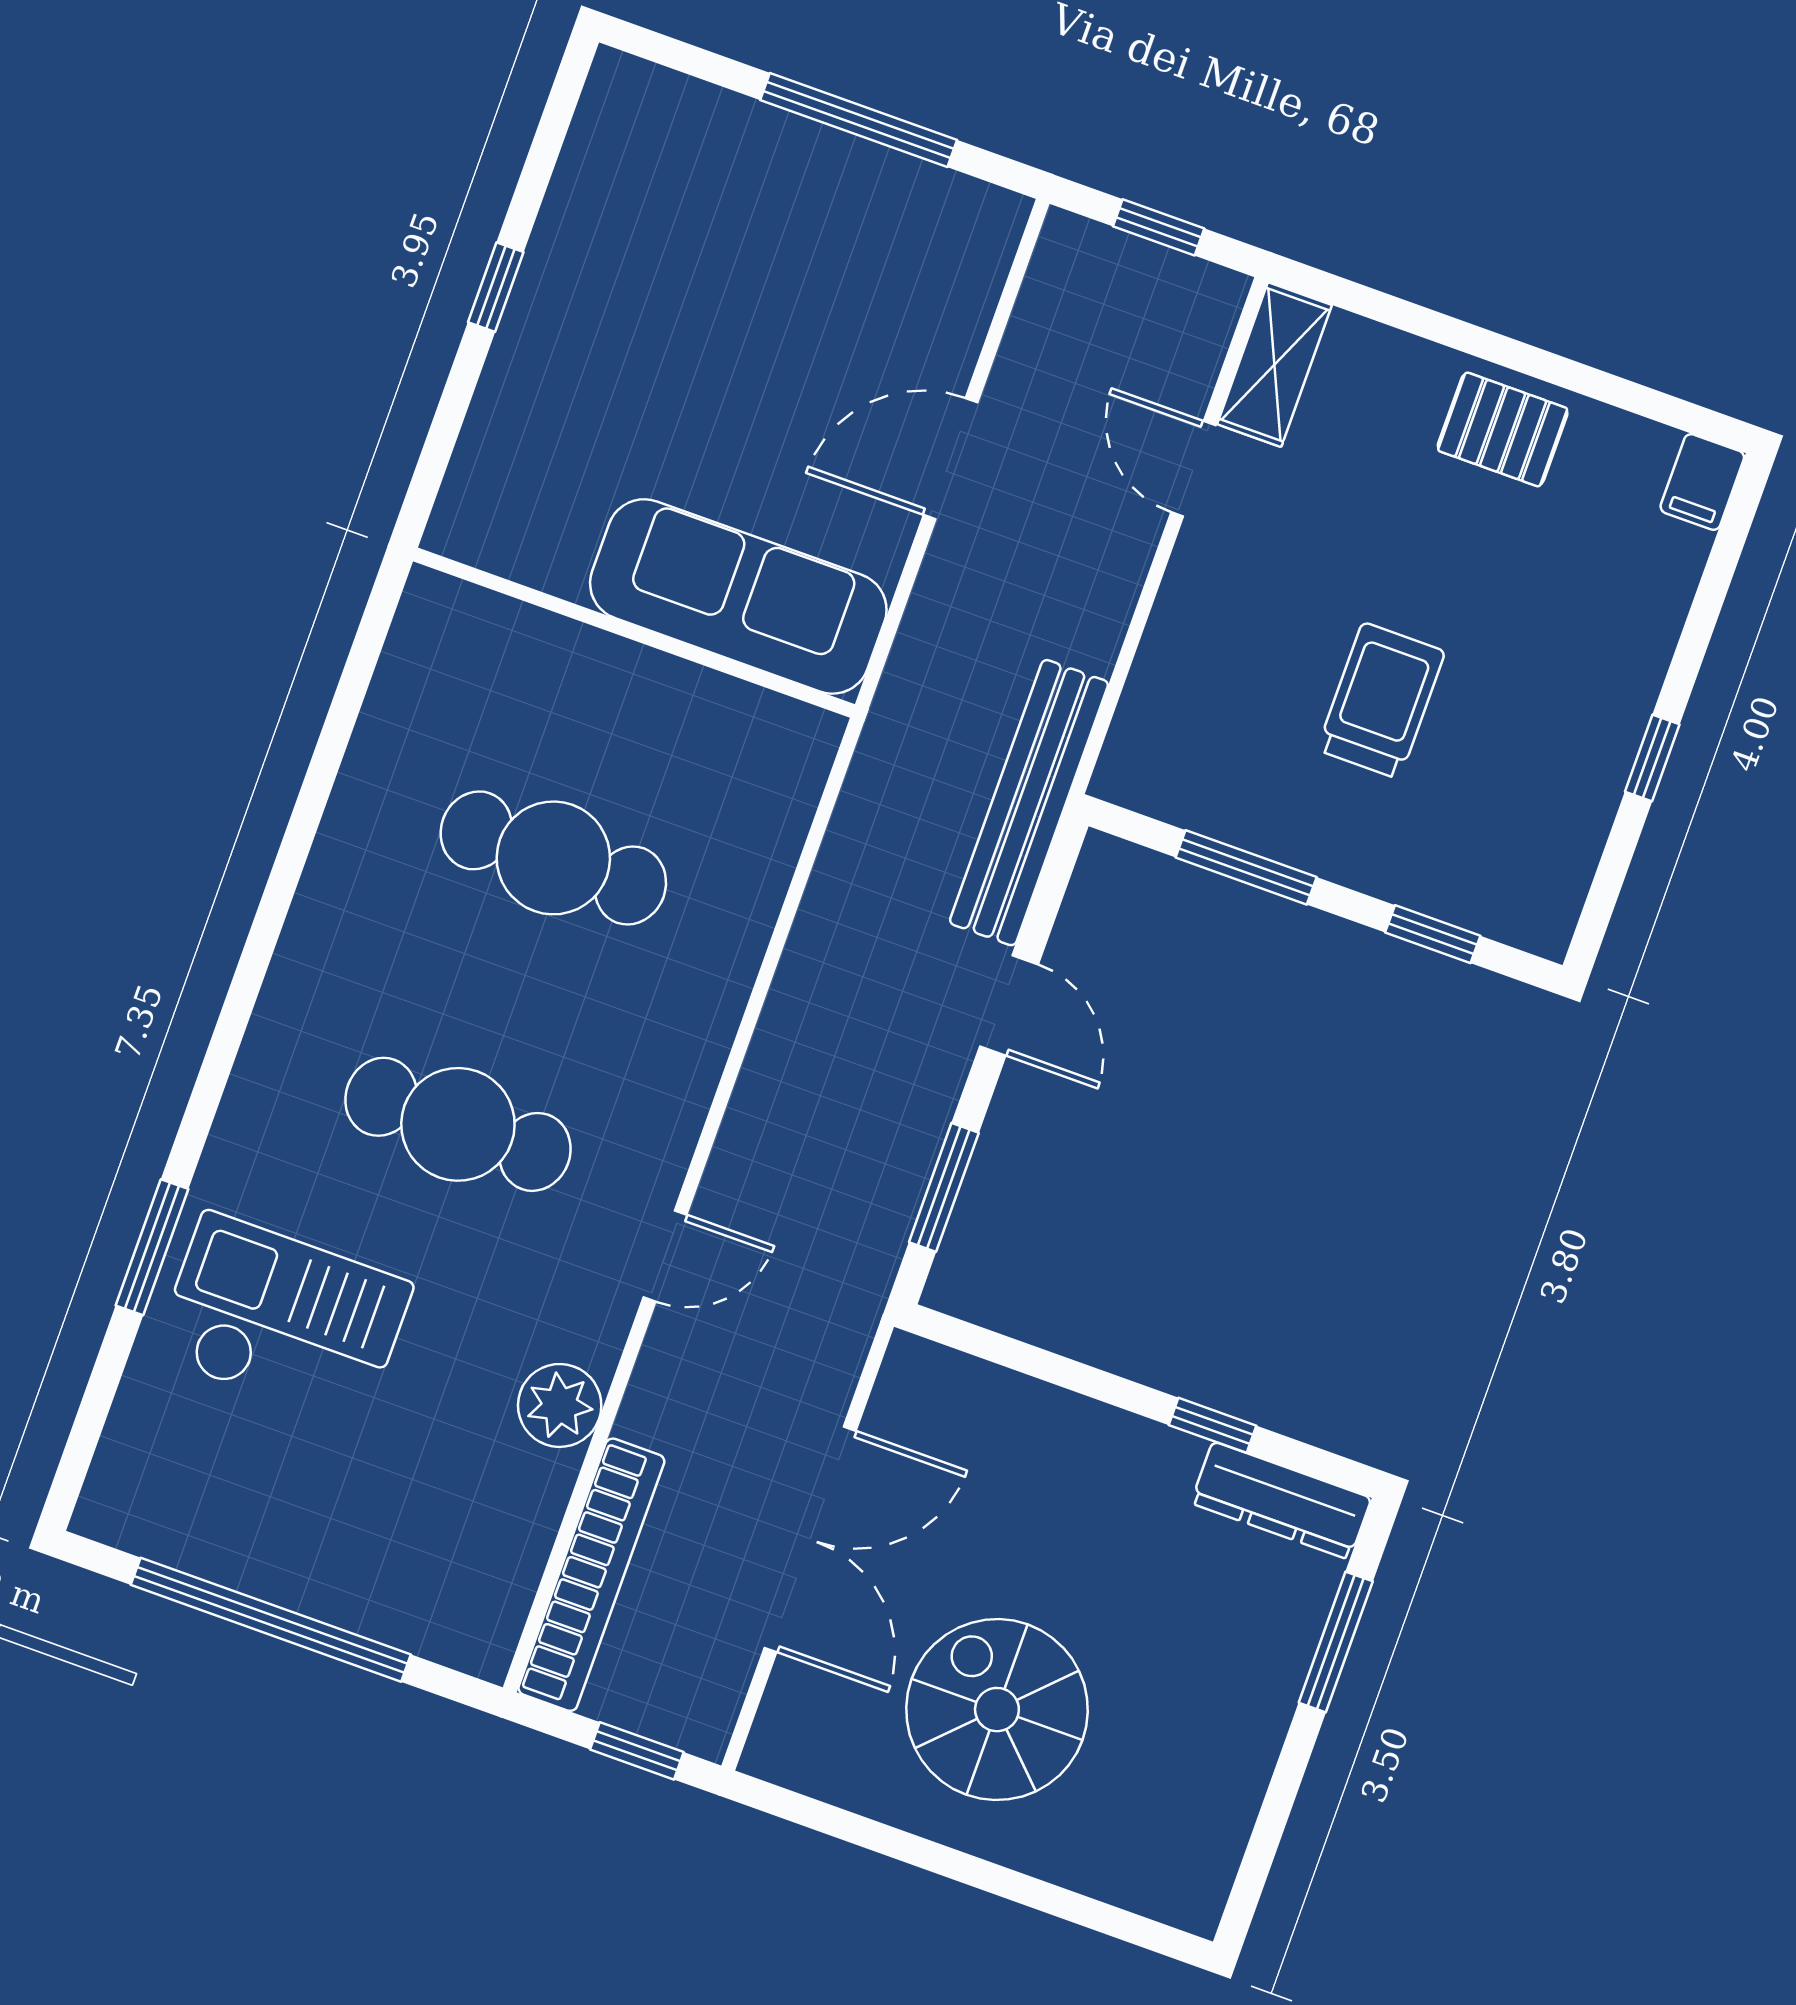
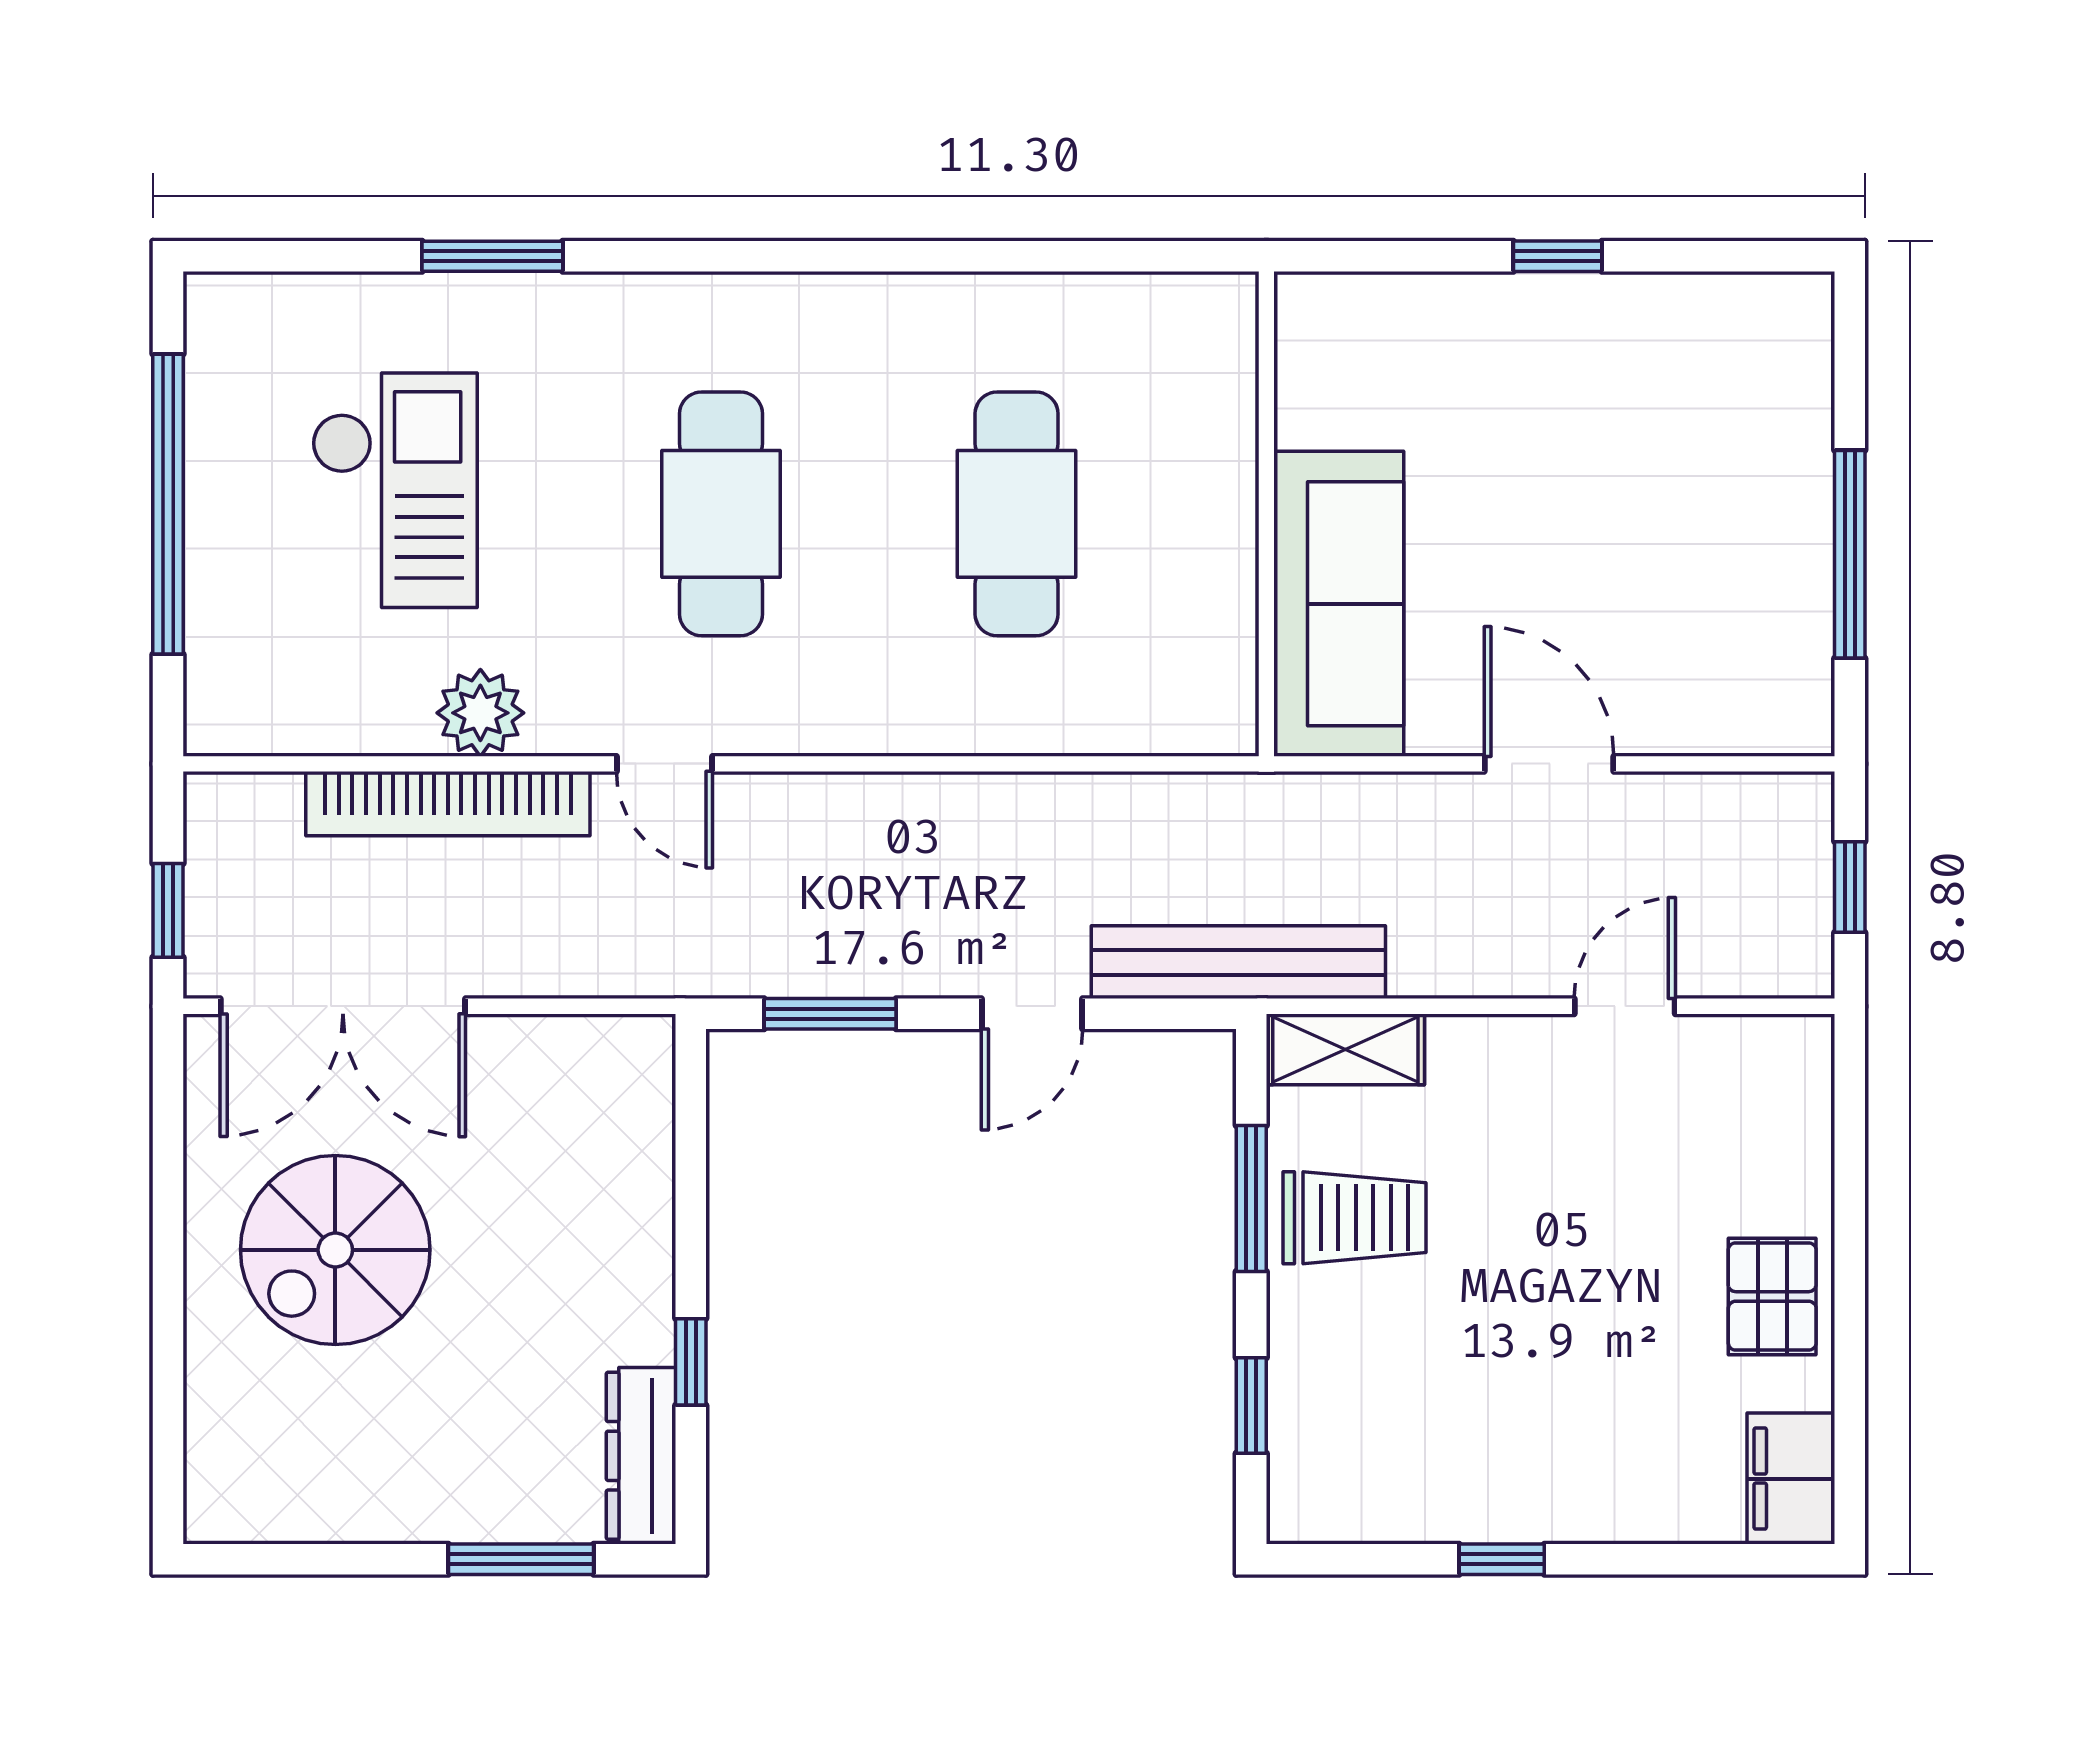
shelving: (1275, 365) -> (1345, 1049), moved
filing cabinet: (1702, 482) -> (1791, 1479), width x2.00
trolley: (1381, 701) -> (1354, 1218), moved
checkout: (283, 1320) -> (395, 490), moved
double door: (810, 1539) -> (343, 1006), moved
bookcase: (591, 1575) -> (448, 804), moved
spiral stairs: (997, 1710) -> (335, 1250), turned 180

